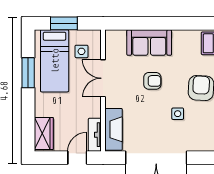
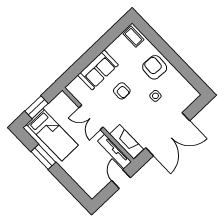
side table: (81, 51) -> (63, 114), removed
armchair: (152, 81) -> (122, 91), turned 90
wardrobe: (44, 134) -> (87, 184), removed
tv unit: (95, 135) -> (114, 152), width x1.41

